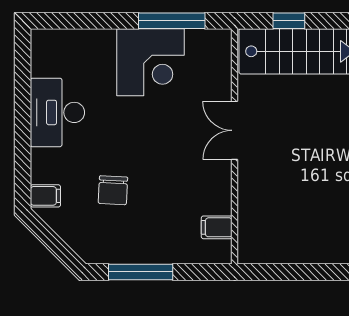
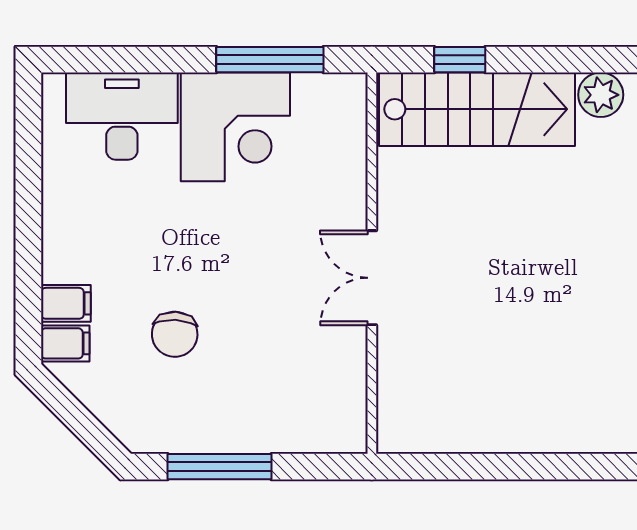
desk: (57, 112) -> (122, 116), moved, turned 90
double door: (235, 130) -> (372, 278), moved
filing cabinet: (217, 227) -> (66, 303), moved, turned 180

